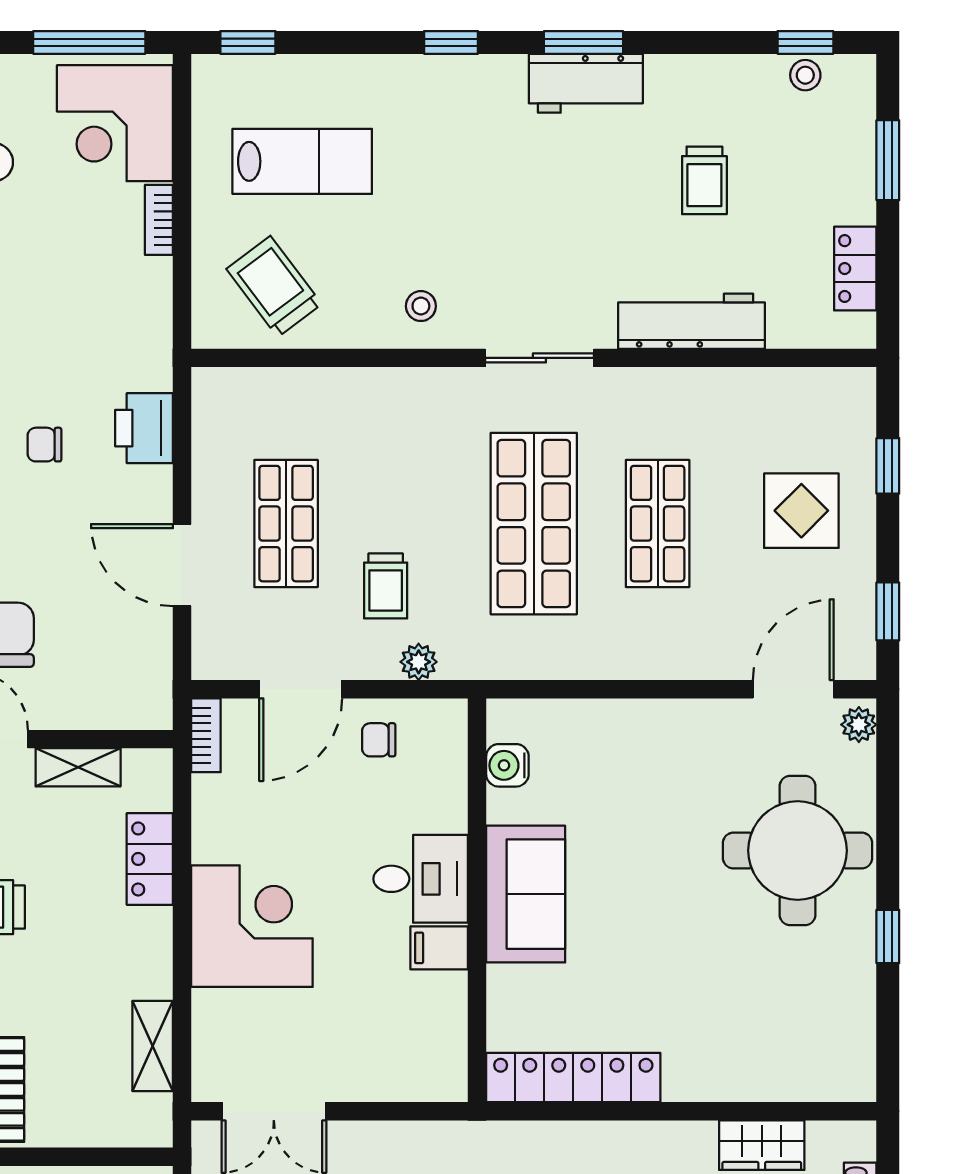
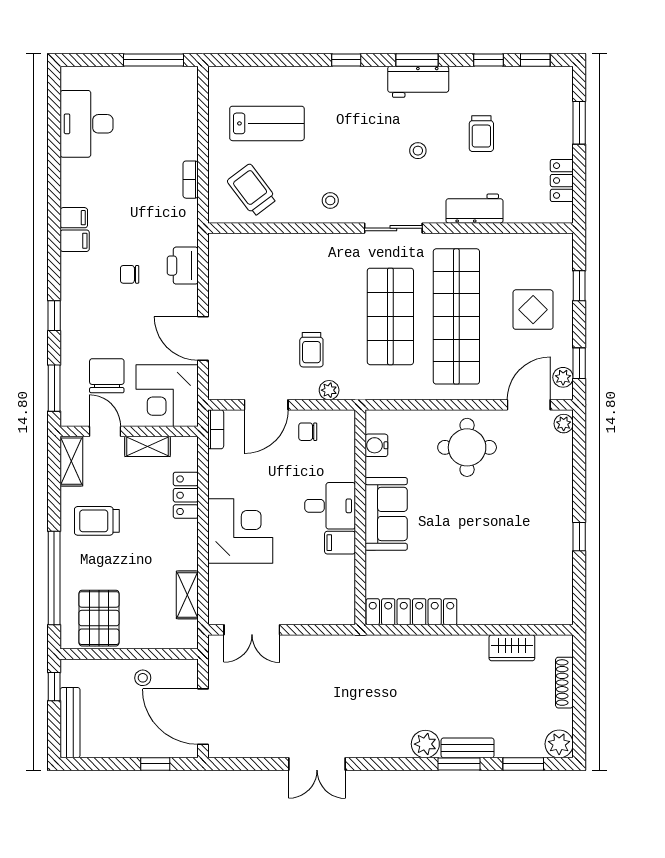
window: (248, 42) -> (488, 60), moved
stool: (805, 75) -> (418, 151), moved
corner desk: (115, 123) -> (167, 396), moved
bookcase: (159, 220) -> (191, 180), moved
workbench: (692, 321) -> (474, 209), width x0.73
shop shelf: (286, 524) -> (258, 316), removed
shop shelf: (658, 524) -> (456, 316), width x2.00, depth x1.36
plant: (858, 638) -> (563, 377), added
round table: (798, 851) -> (467, 447), moved, width x0.73, depth x0.73

